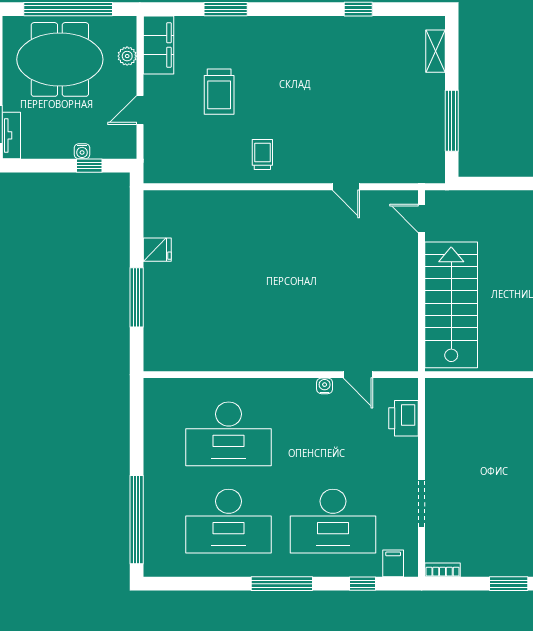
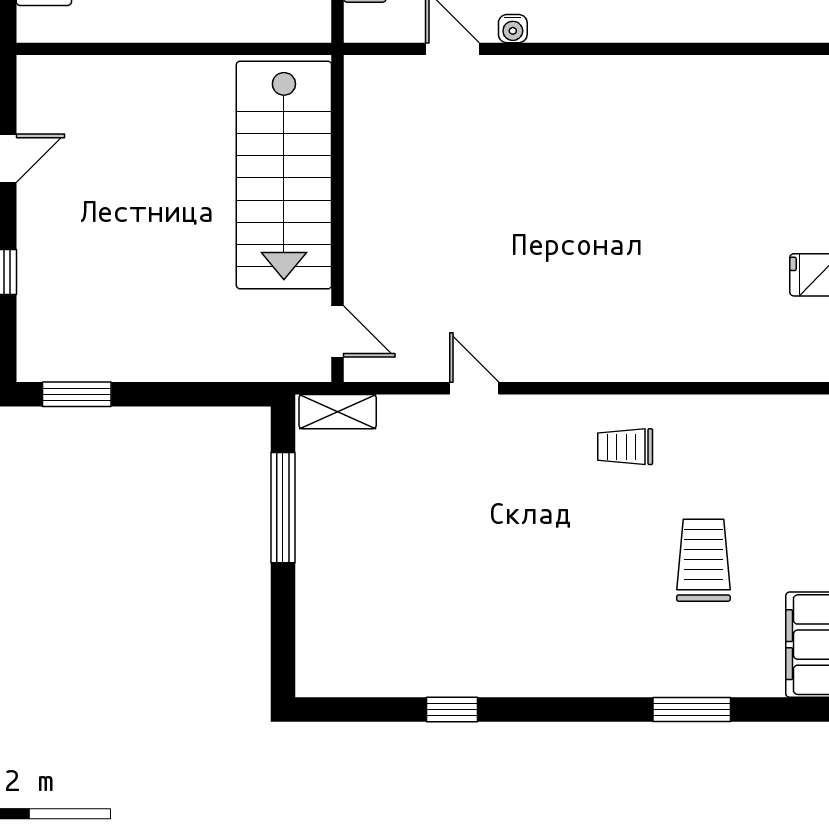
shelving: (435, 51) -> (338, 412), moved, turned 90
trolley: (262, 155) -> (625, 447), turned 90

